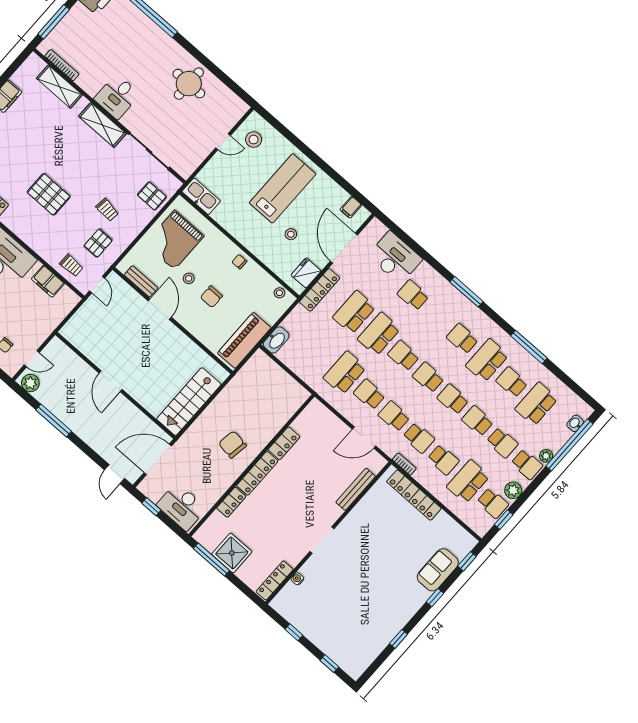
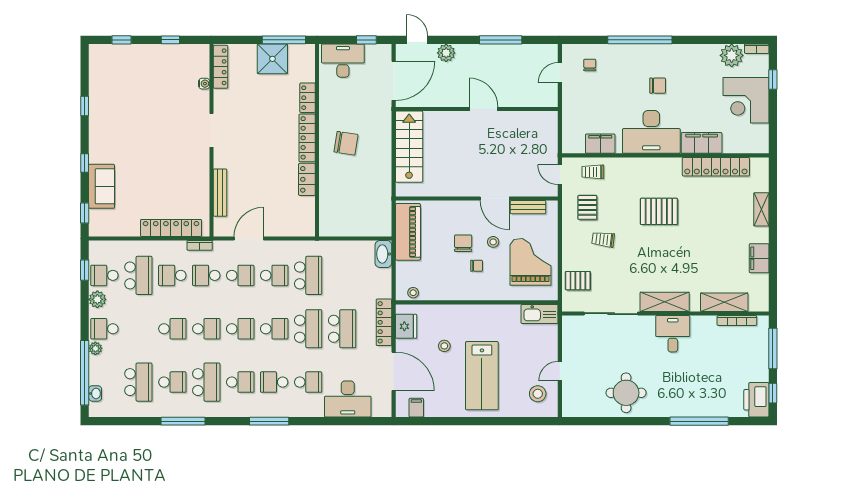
chair: (239, 262) -> (477, 266), moved
plant: (30, 383) -> (446, 53), moved
school desk: (502, 443) -> (274, 382), moved

